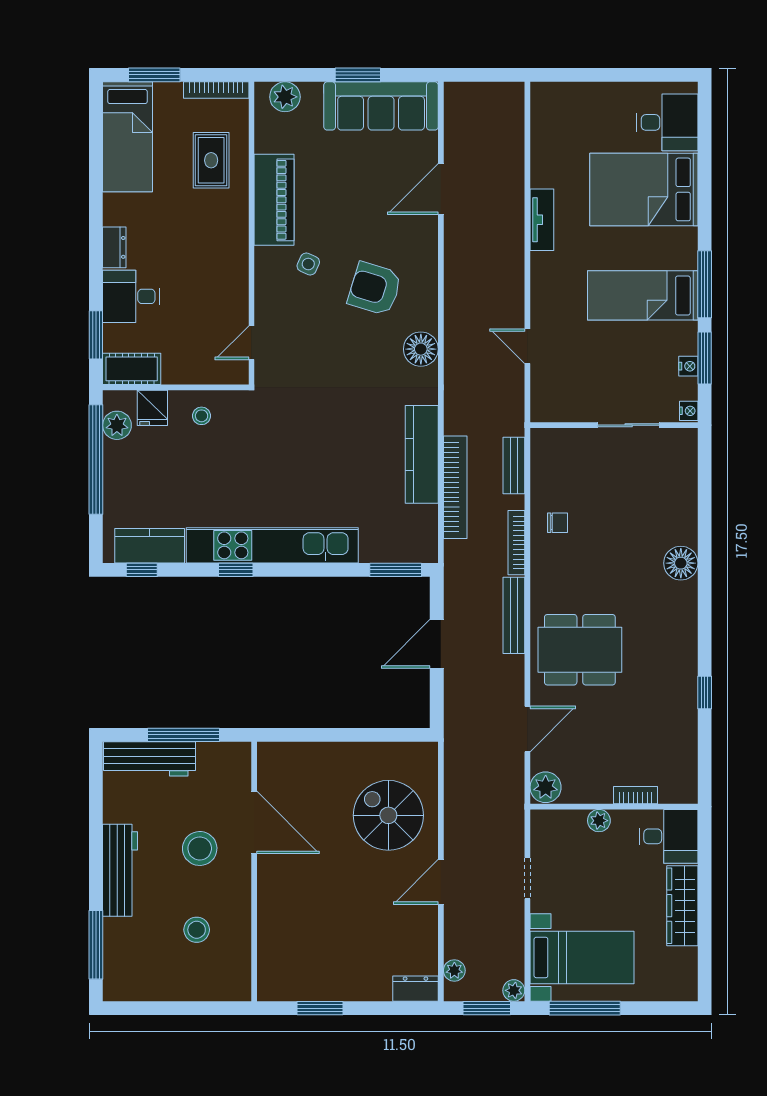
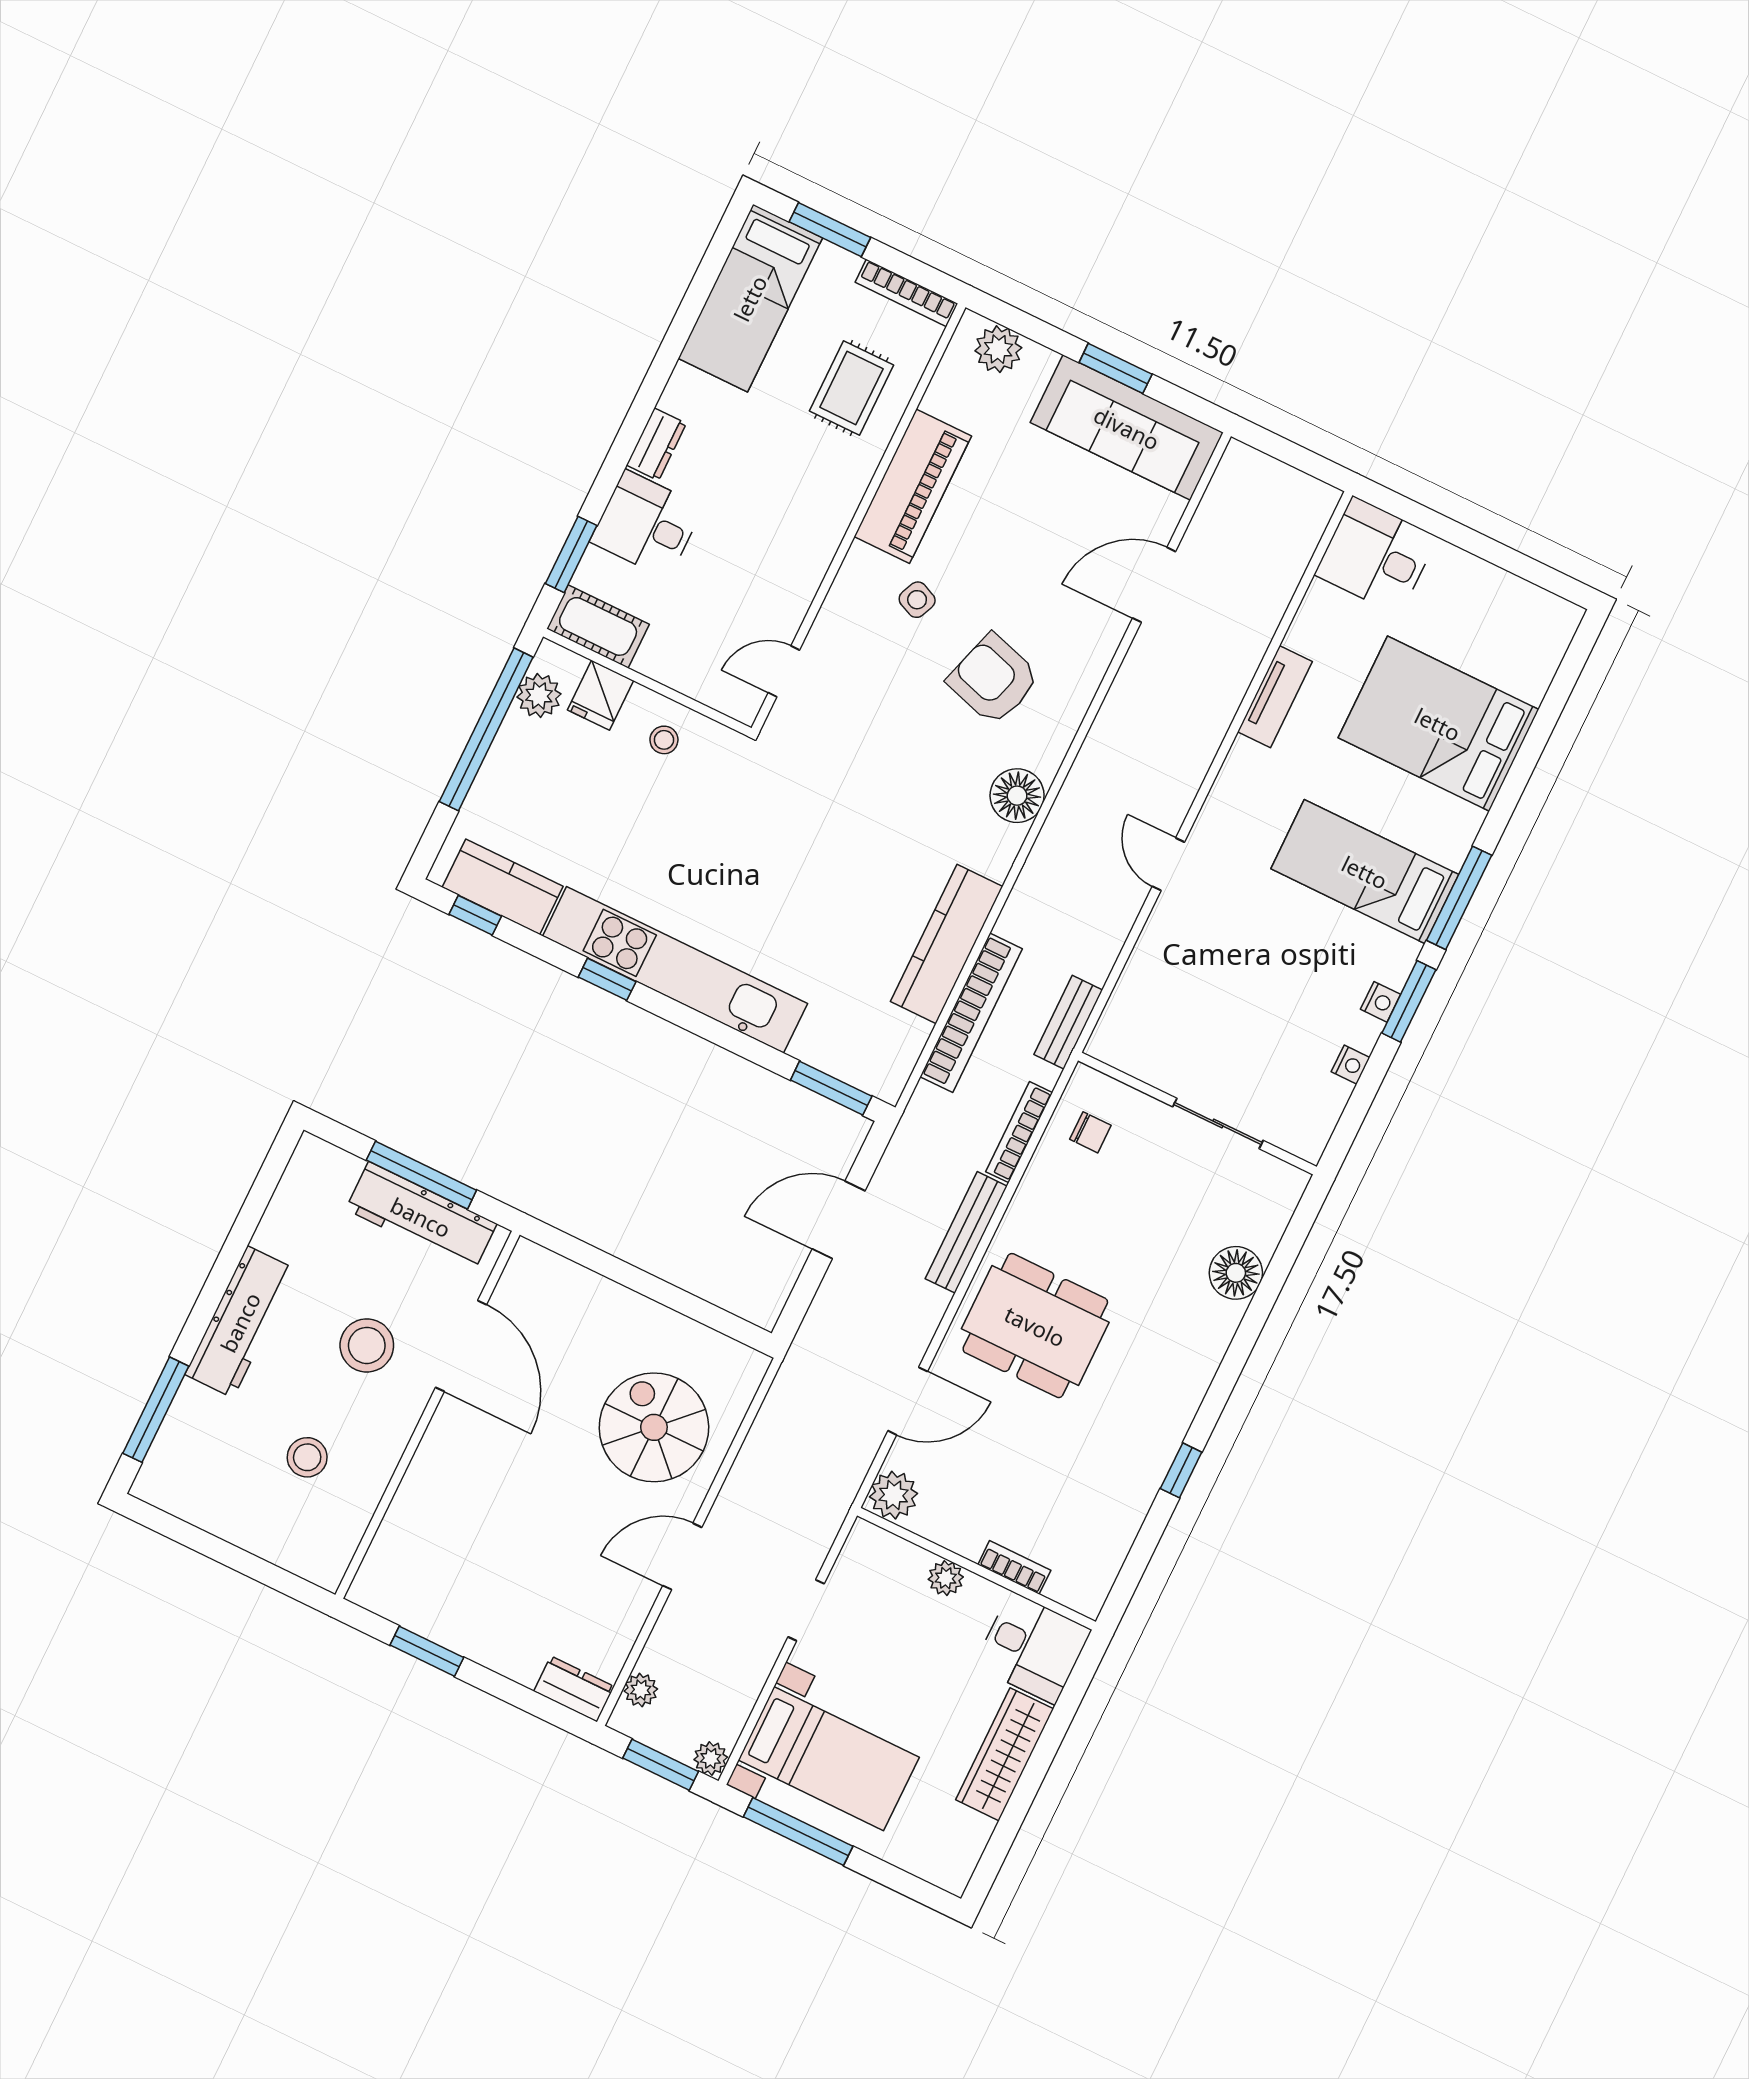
desk: (667, 122) -> (1376, 556), moved, turned 180
wall: (614, 425) -> (1197, 1114), moved
sliding door: (629, 425) -> (1218, 1123), moved
workbench: (149, 759) -> (421, 1217), moved

